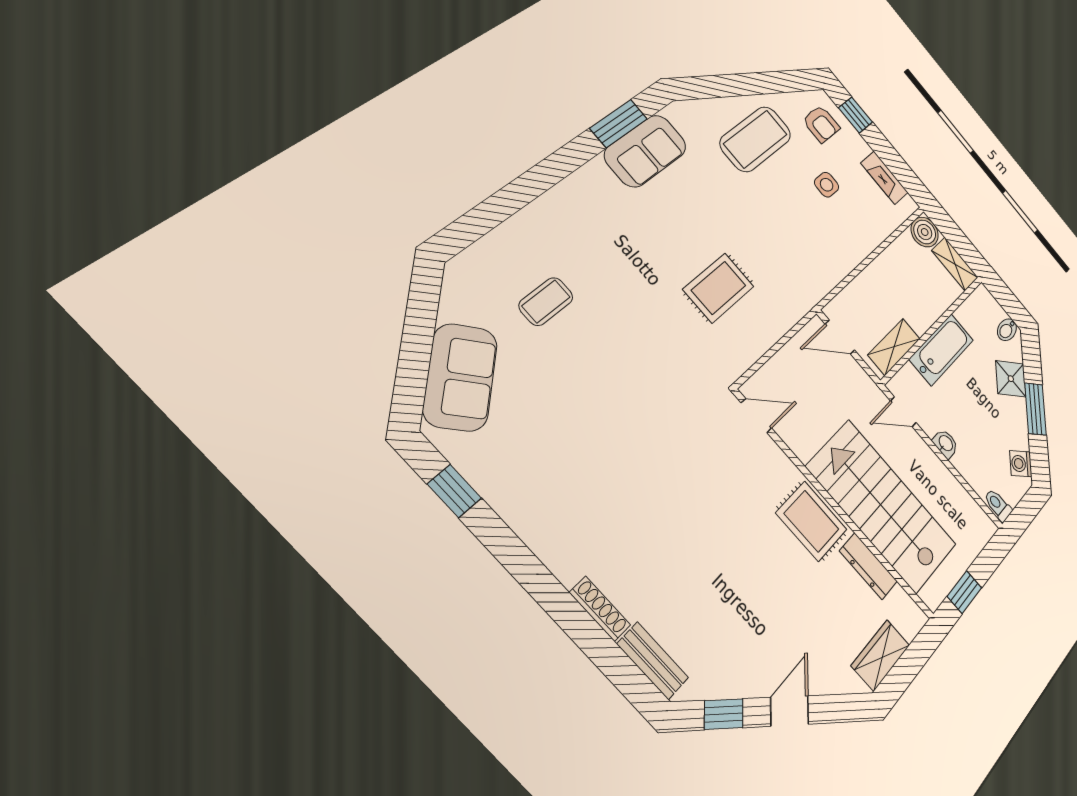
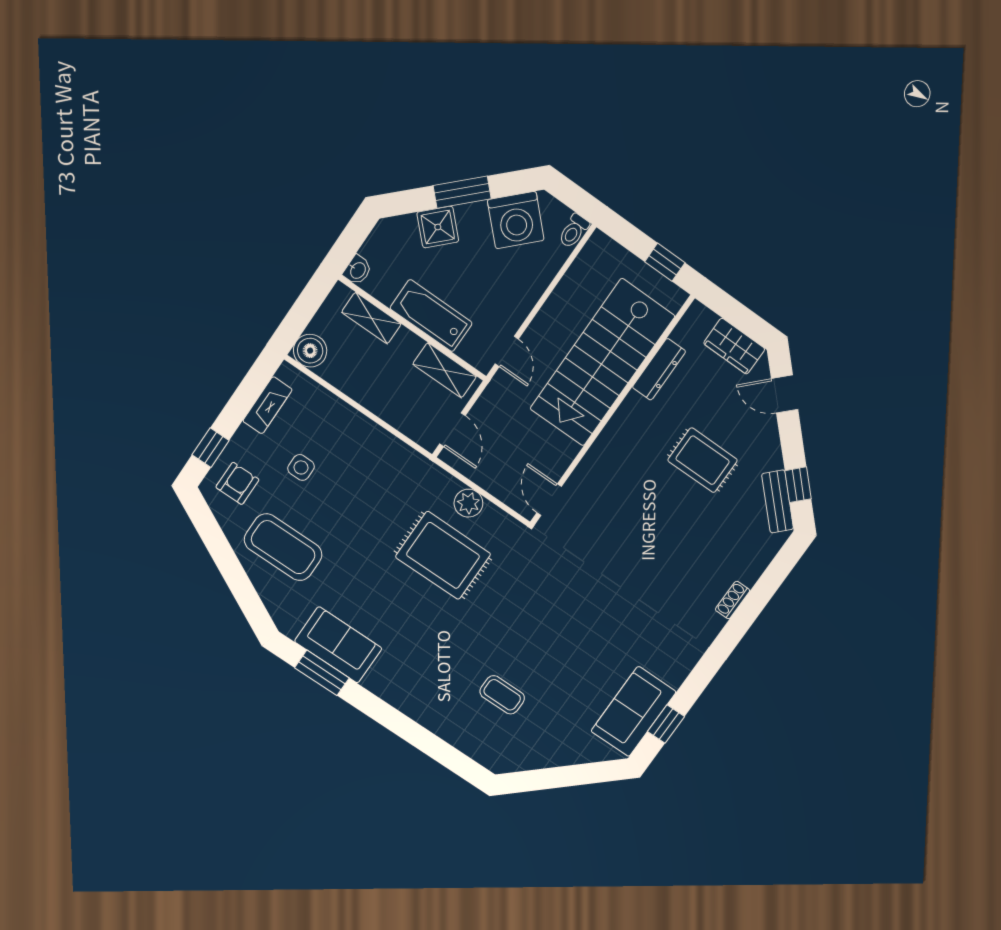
shelving: (955, 264) -> (371, 318), moved, turned 90
rug: (719, 288) -> (443, 555), width x1.36, depth x1.43
bidet: (1007, 330) -> (385, 237), removed
plant: (767, 331) -> (468, 503), added
sofa: (460, 377) -> (633, 711), moved, turned -48
washbasin: (946, 444) -> (357, 270), moved, turned 180
washing machine: (1021, 464) -> (516, 220), width x1.89, depth x1.89
rug: (811, 521) -> (703, 460), moved, turned 90
shoe rack: (600, 609) -> (733, 600), width x0.70
bench: (653, 661) -> (778, 501), moved, turned -45
door: (790, 711) -> (785, 394), moved

